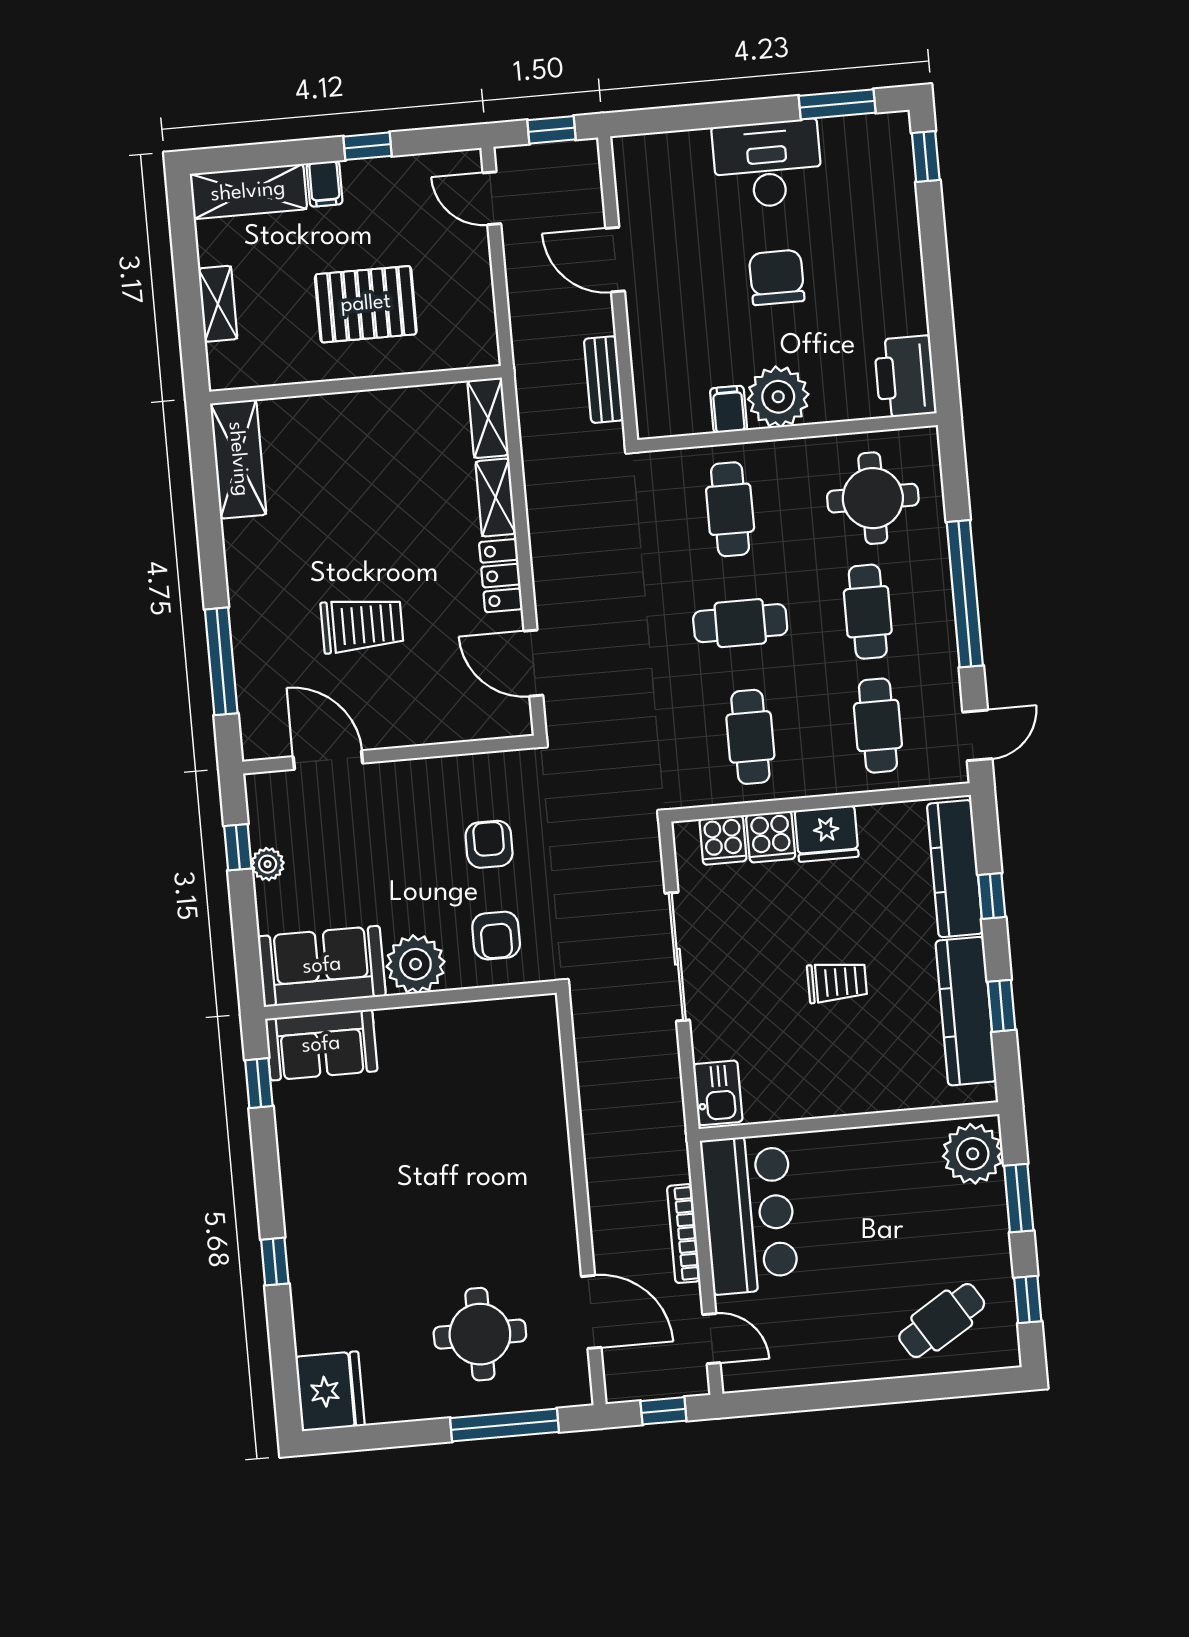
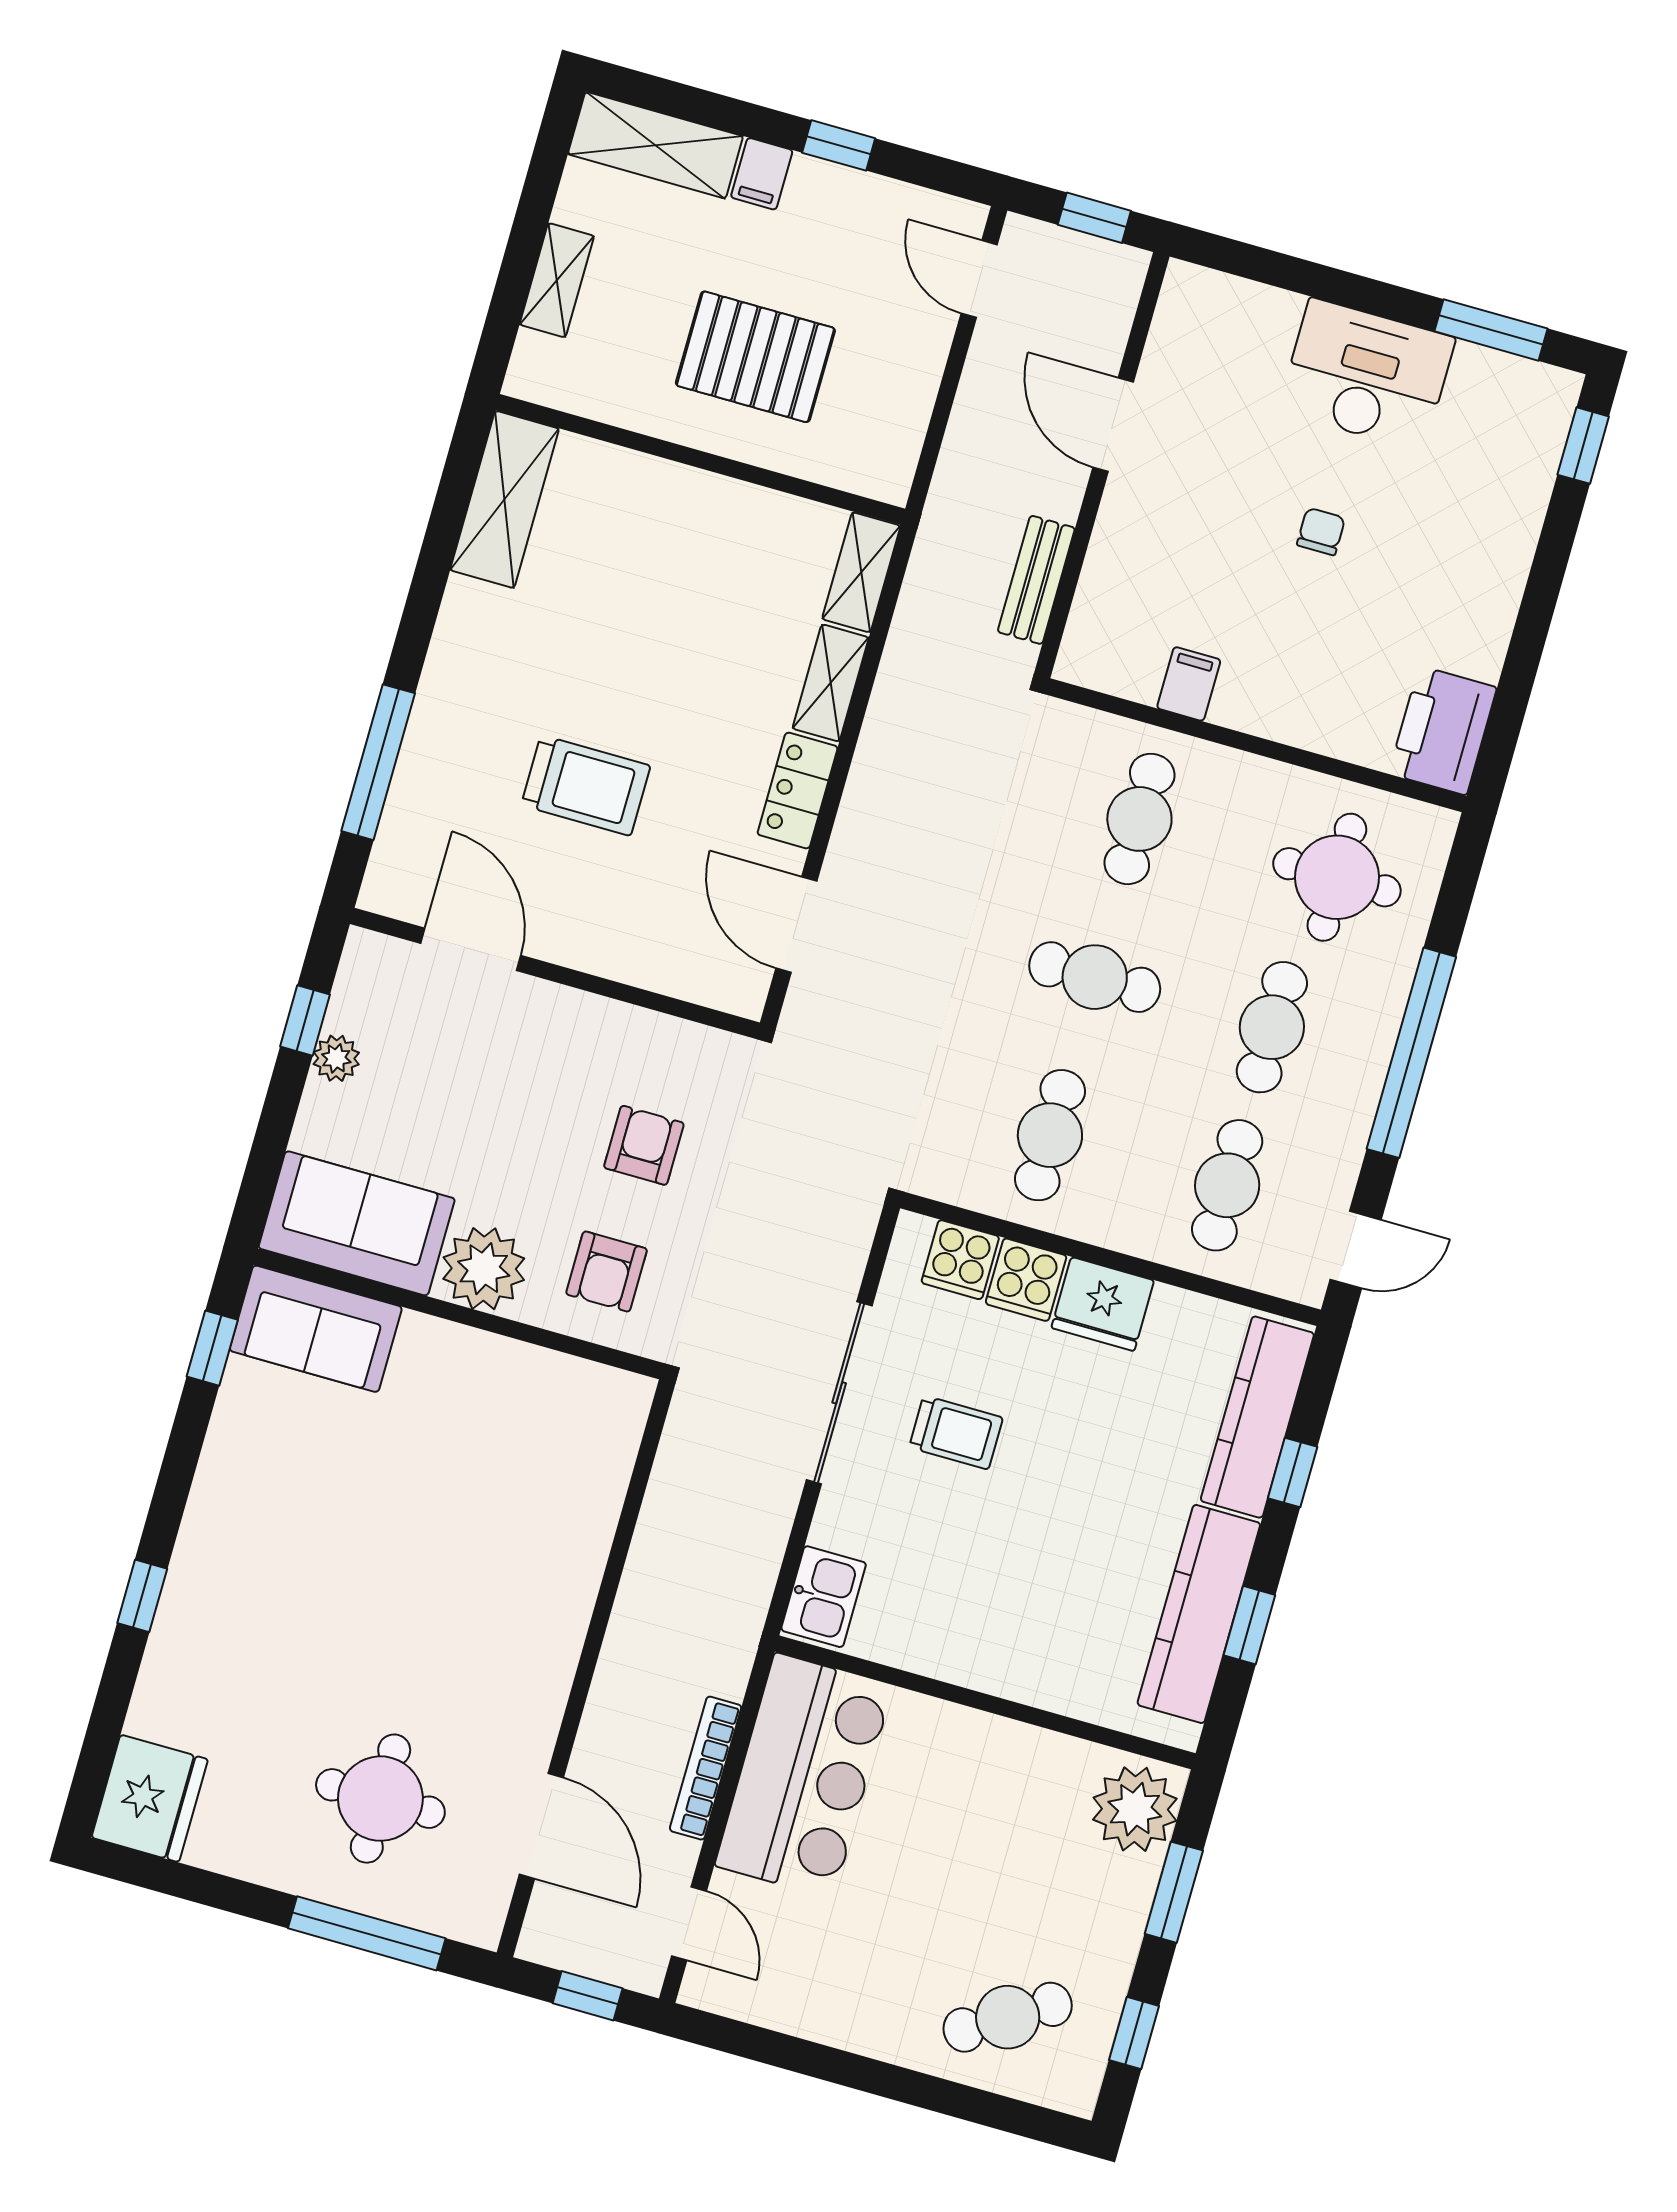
chair: (777, 277) -> (1321, 531), width x0.54, depth x0.54
plant: (778, 397) -> (1262, 693), removed
trolley: (837, 982) -> (956, 1433), moved

